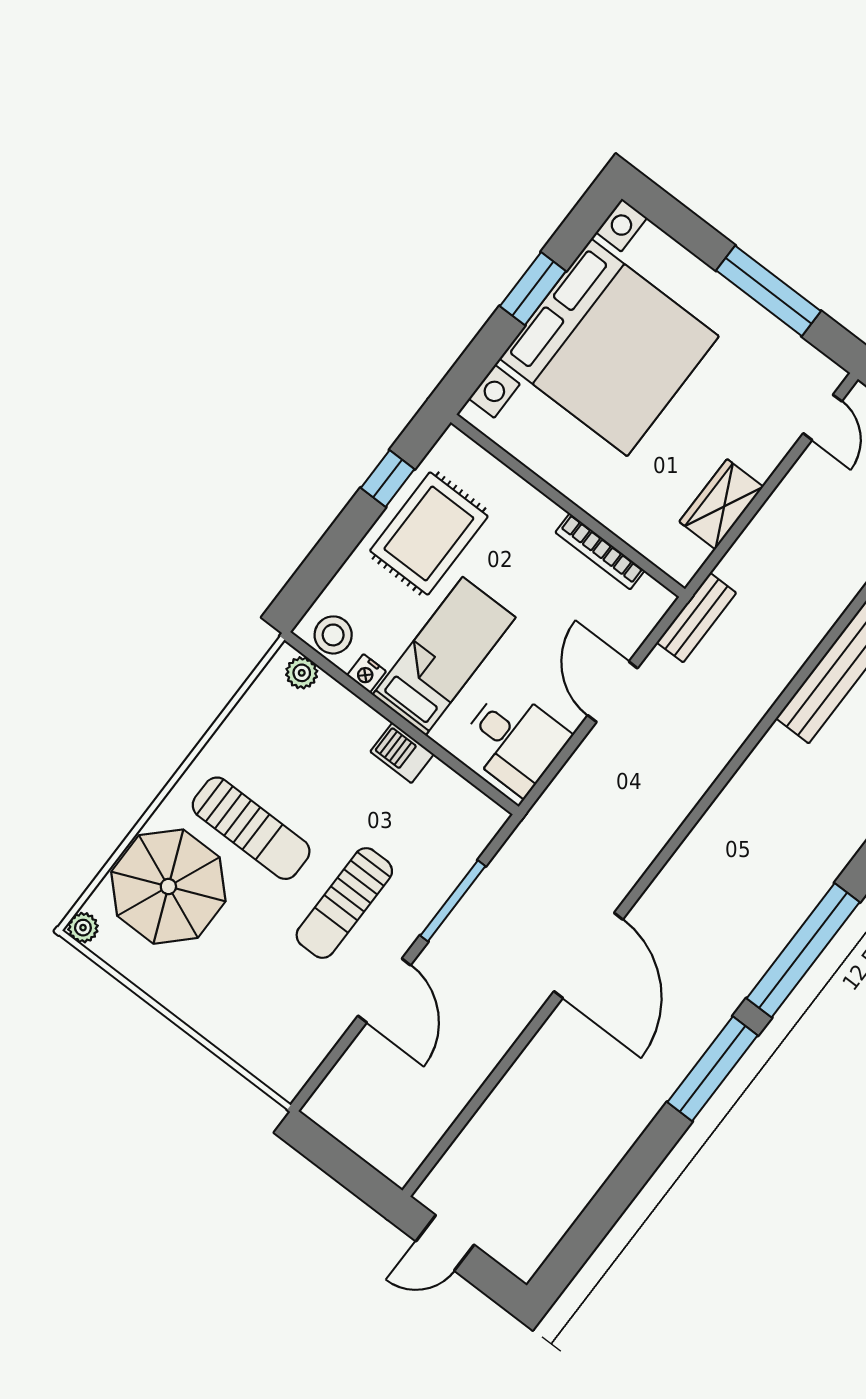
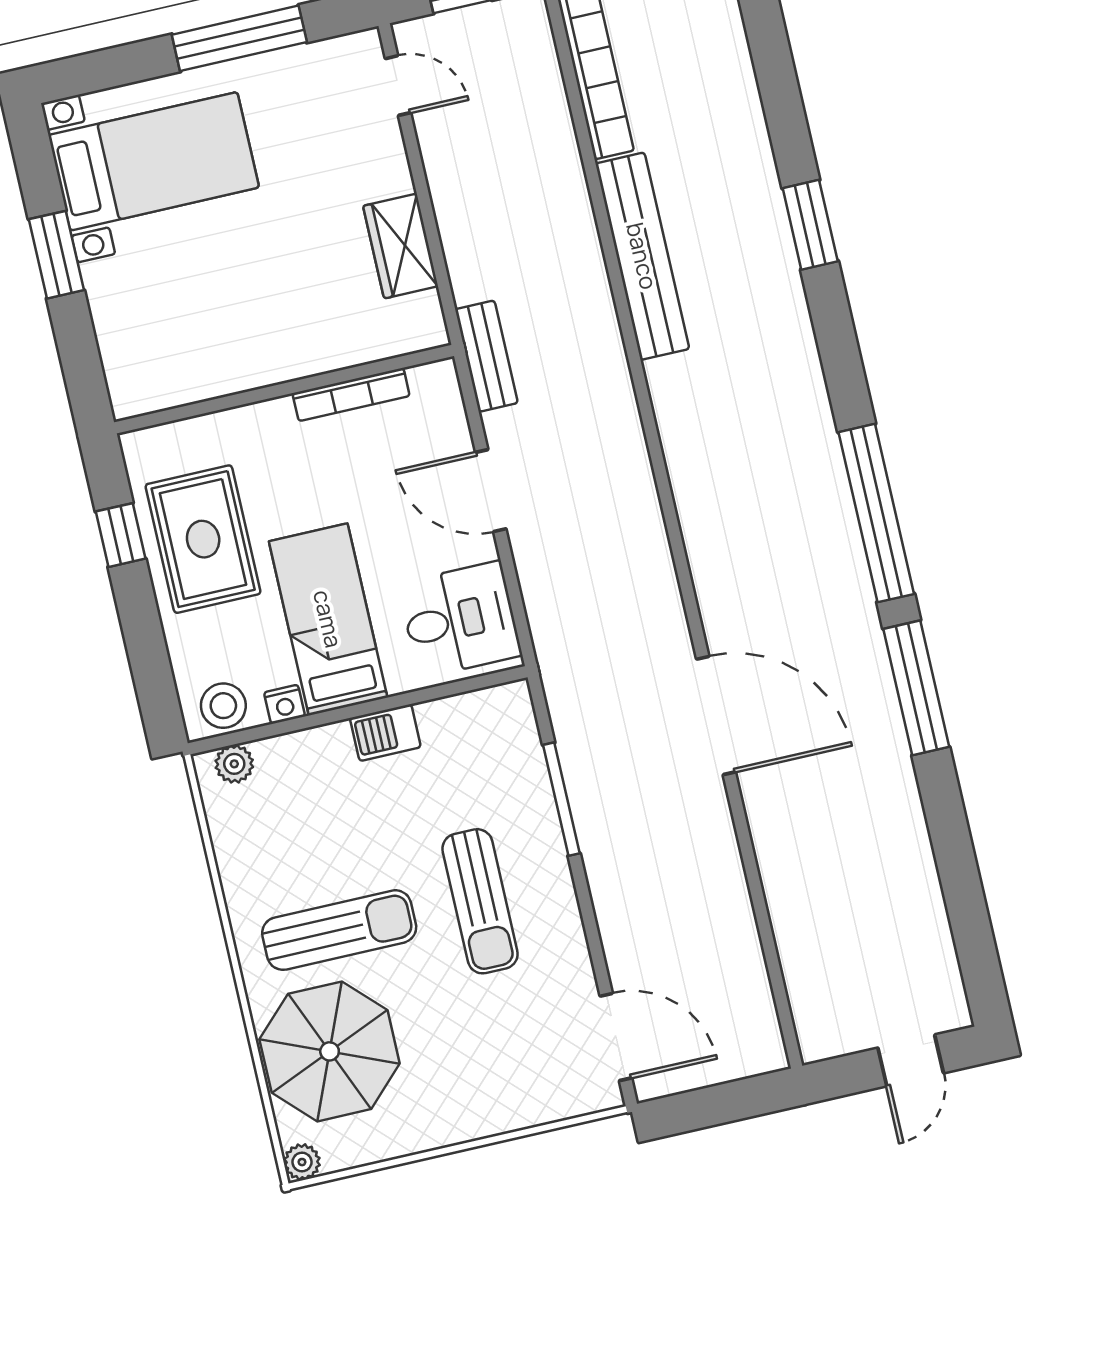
bed with nightstands: (609, 347) -> (154, 161), width x0.54
door: (384, 991) -> (616, 1037), moved
door: (445, 1243) -> (911, 1060), moved

